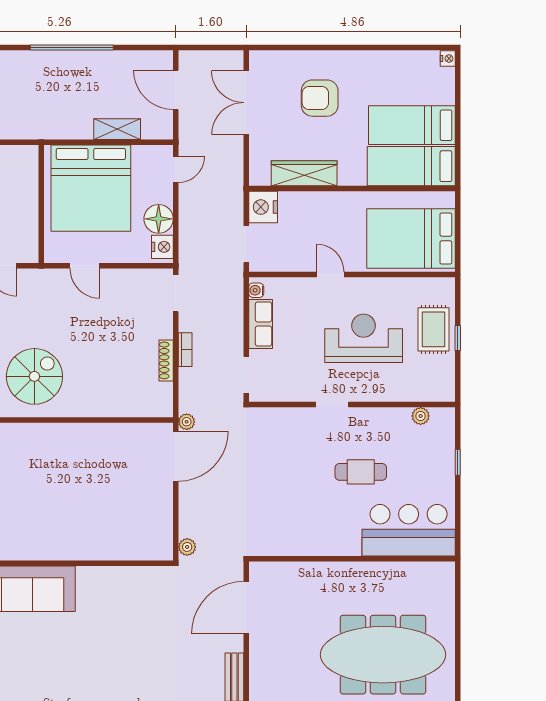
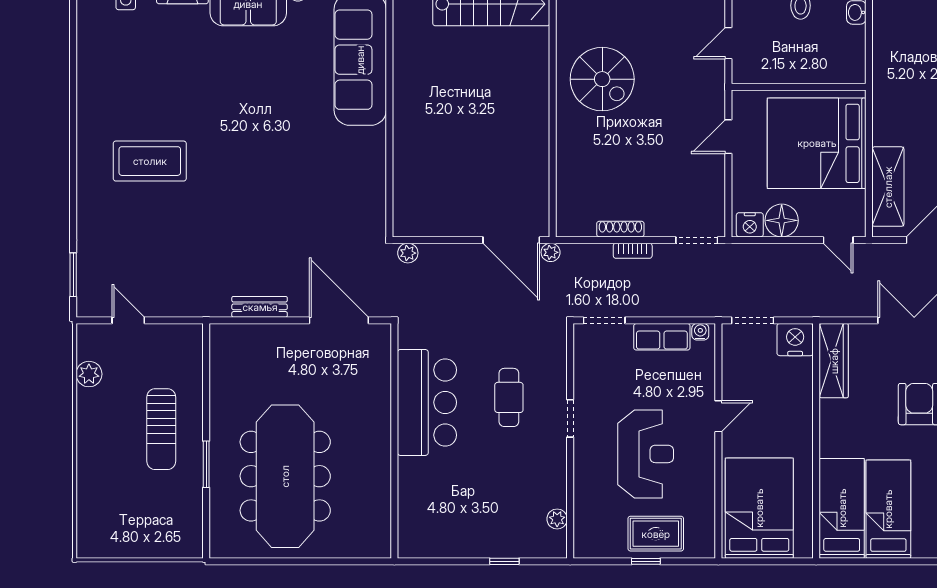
shelving: (117, 129) -> (888, 187), width x1.50, depth x1.33
wardrobe: (304, 173) -> (834, 361), moved
cafe table: (361, 472) -> (509, 397), moved
bar counter: (409, 530) -> (427, 402), moved

